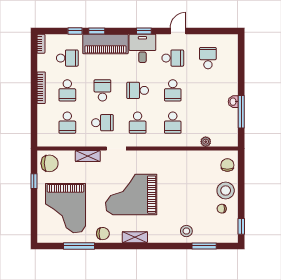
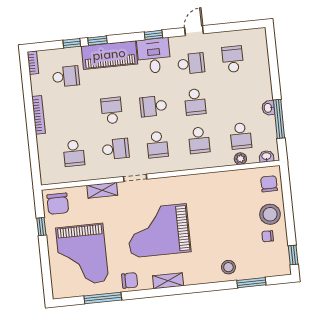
school desk: (67, 90) -> (241, 136), moved
washbasin: (228, 142) -> (266, 156), added
chair: (50, 163) -> (58, 204), turned 90

